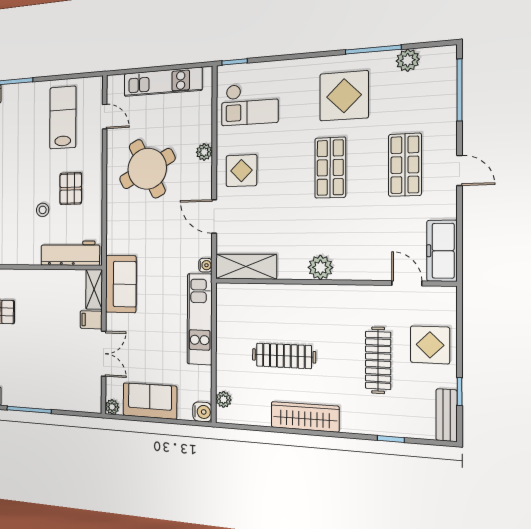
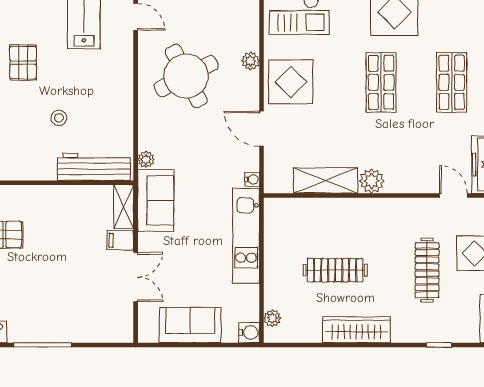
display table: (241, 171) -> (291, 82), width x1.36, depth x1.36
pallet: (71, 189) -> (23, 63), moved
shelving: (246, 267) -> (326, 181), moved
plant: (112, 407) -> (146, 159), moved

